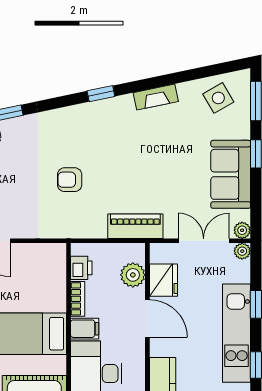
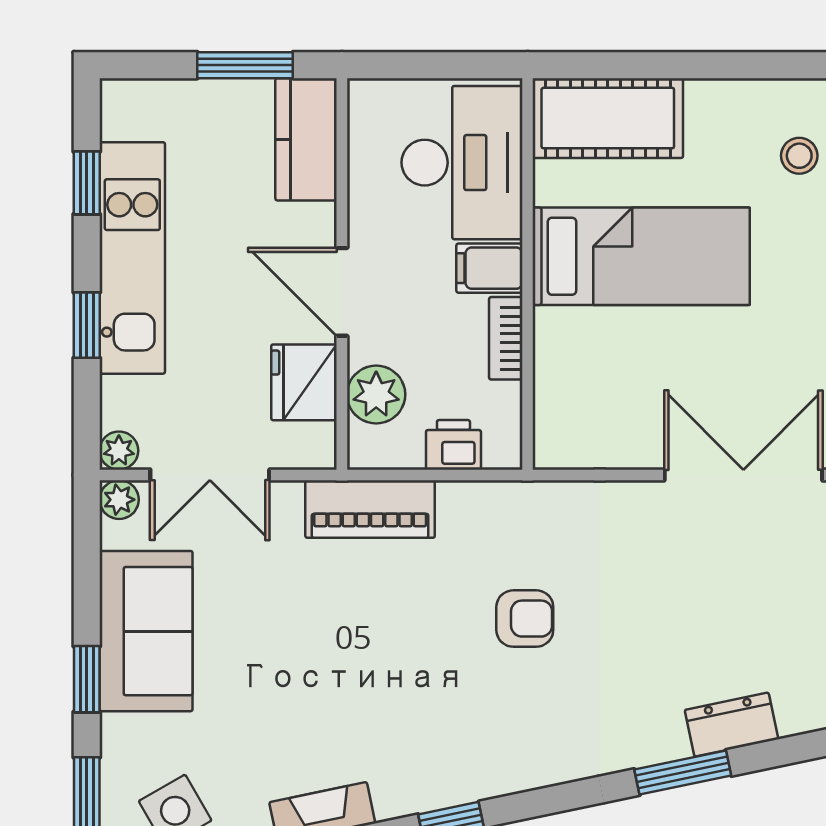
printer: (81, 268) -> (453, 445), moved, turned 90

